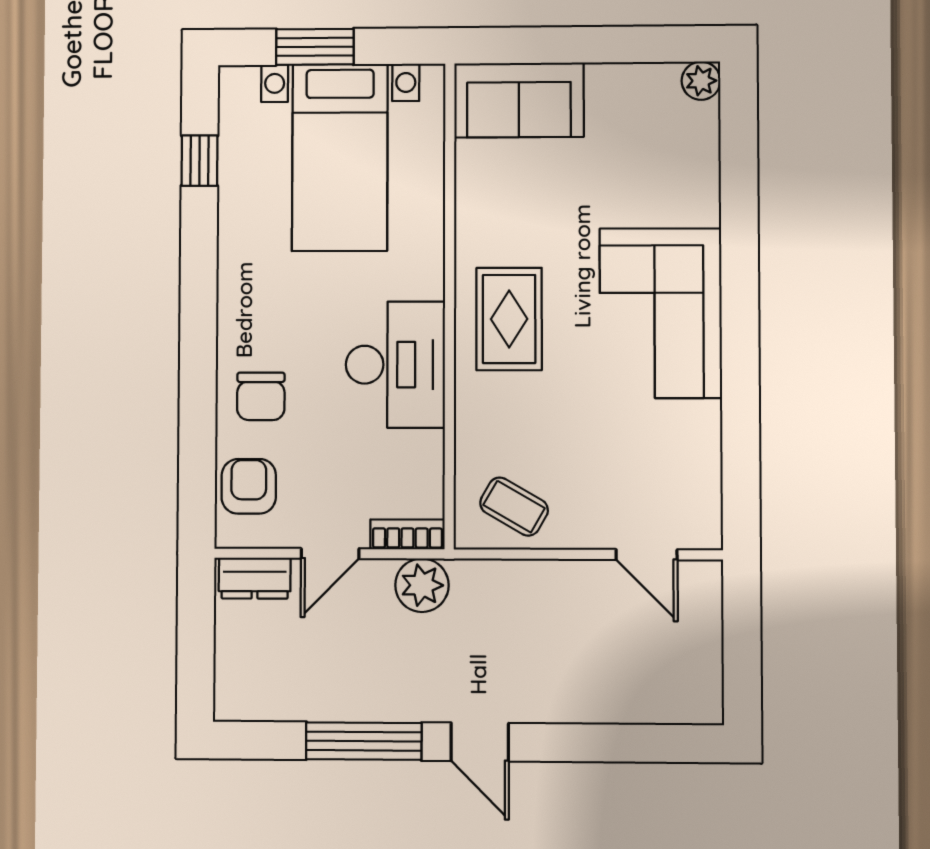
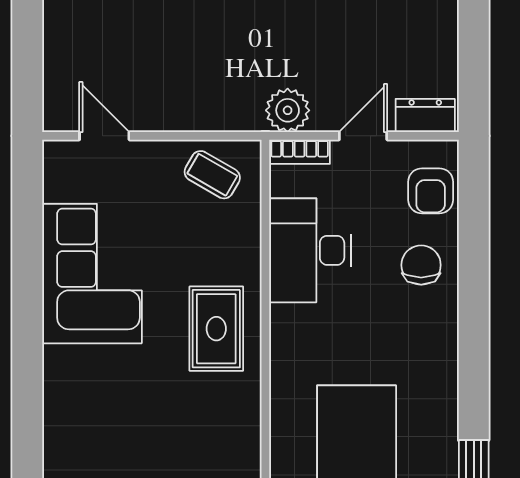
corner sofa: (661, 313) -> (92, 274), moved
desk: (395, 365) -> (310, 250), moved

